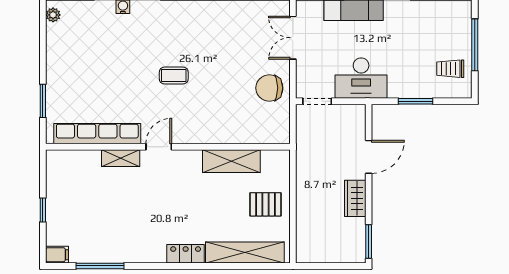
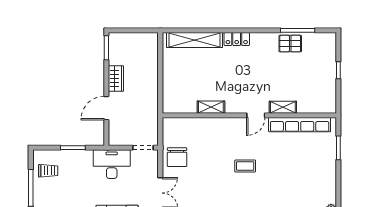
chair: (269, 88) -> (177, 157), turned 90
shelving: (231, 161) -> (211, 107), width x0.67, depth x0.75
pallet: (265, 204) -> (290, 44), moved
filing cabinet: (57, 255) -> (328, 38), removed

